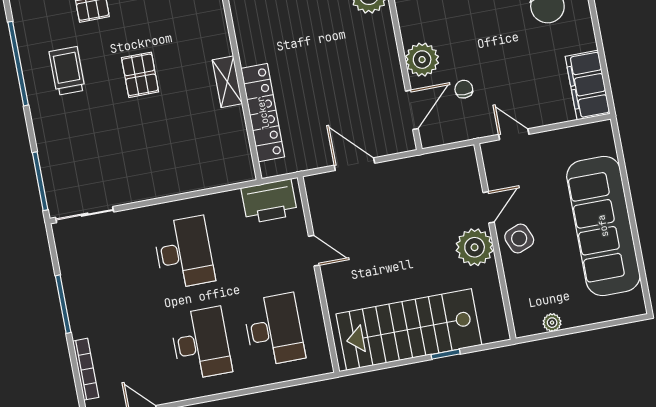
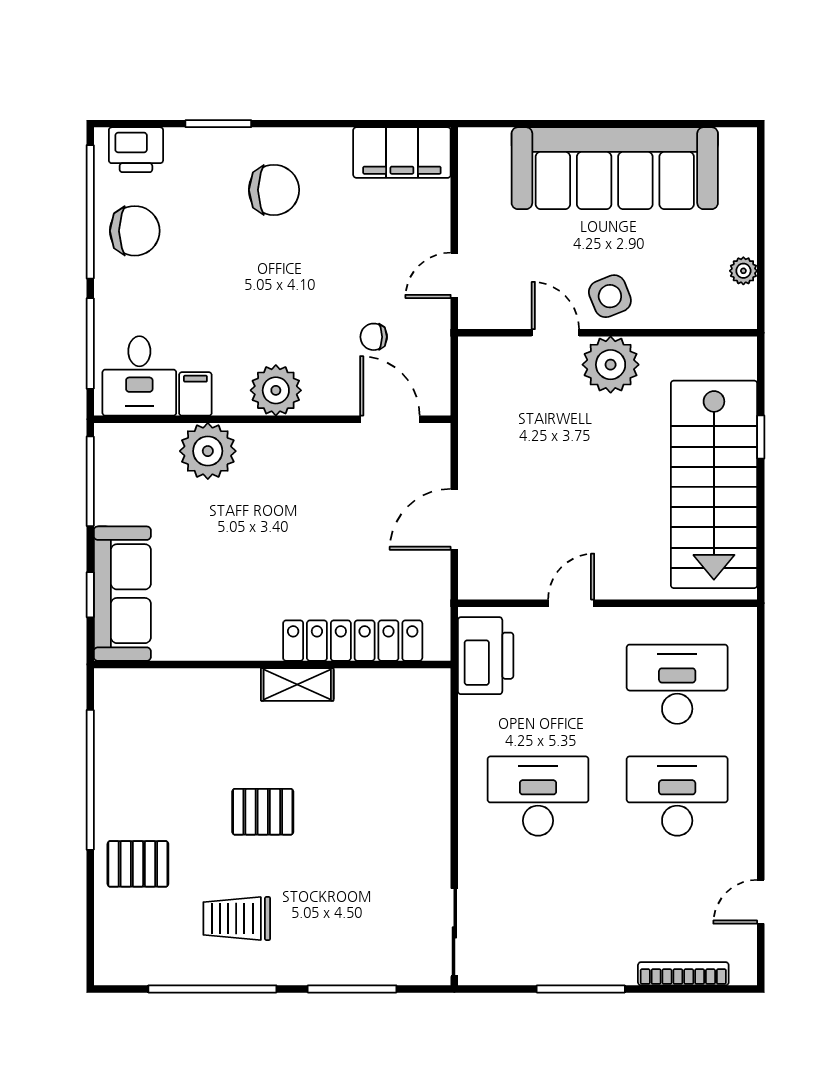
plant: (422, 60) -> (276, 390), moved
window: (40, 181) -> (352, 989), moved

